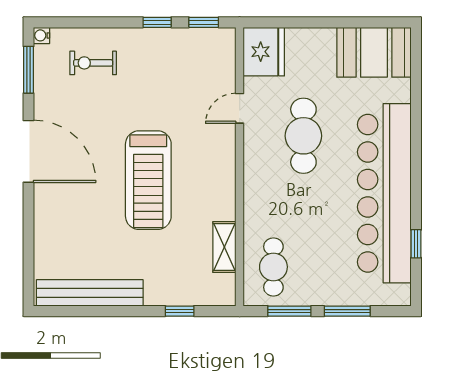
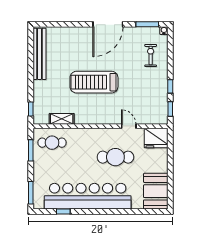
window: (180, 311) -> (31, 109), moved
window: (347, 311) -> (31, 193), moved

